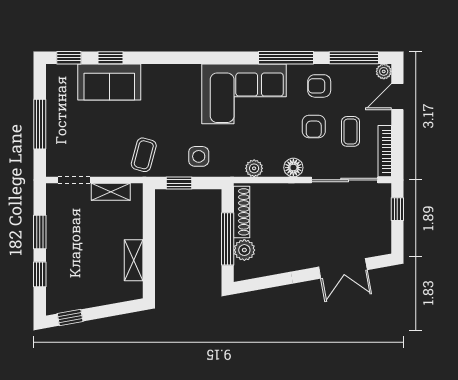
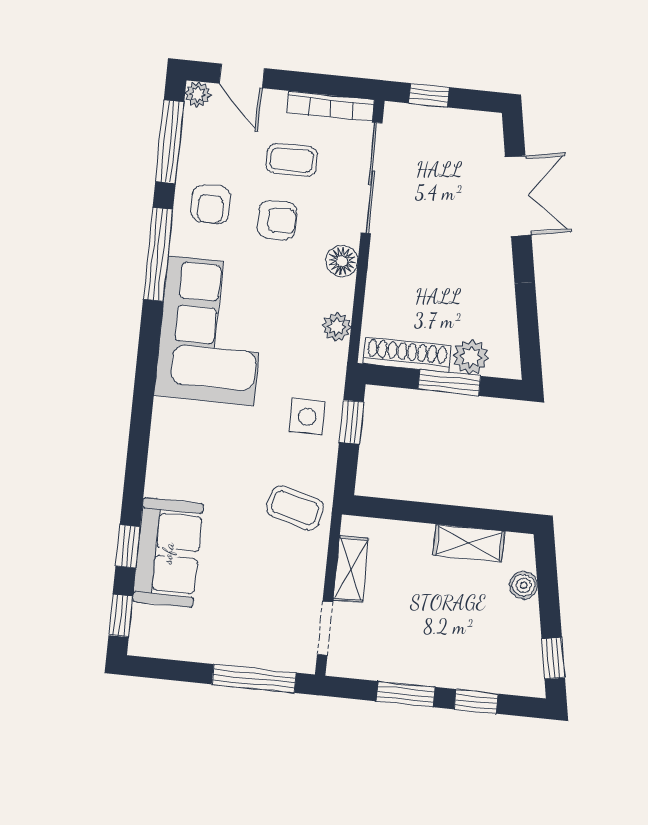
window: (40, 124) -> (254, 678), moved
window: (179, 183) -> (351, 422), moved
window: (228, 239) -> (449, 383), width x0.69
boiler: (112, 295) -> (524, 585), added

